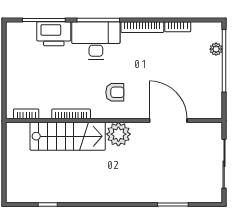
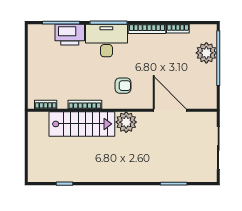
plant: (216, 49) -> (206, 53), width x1.88, depth x1.88

